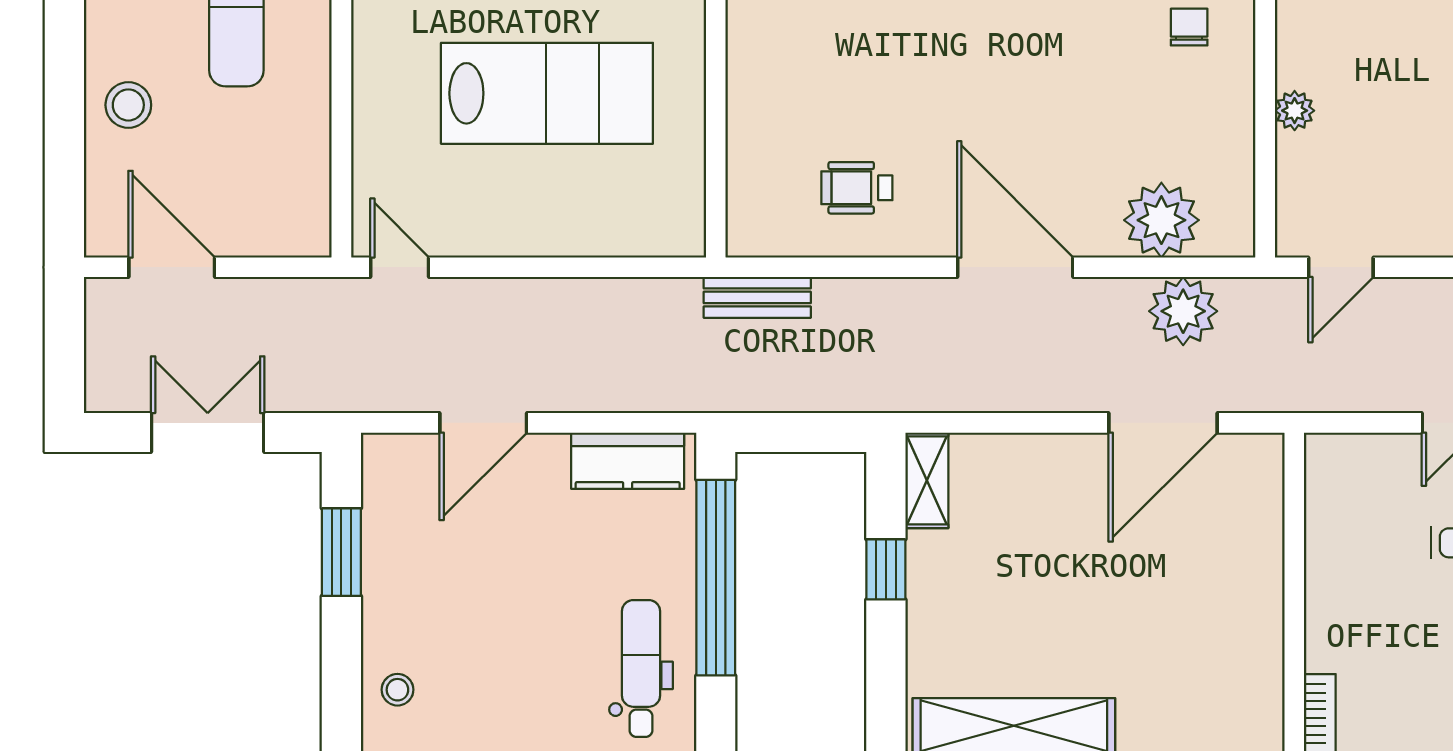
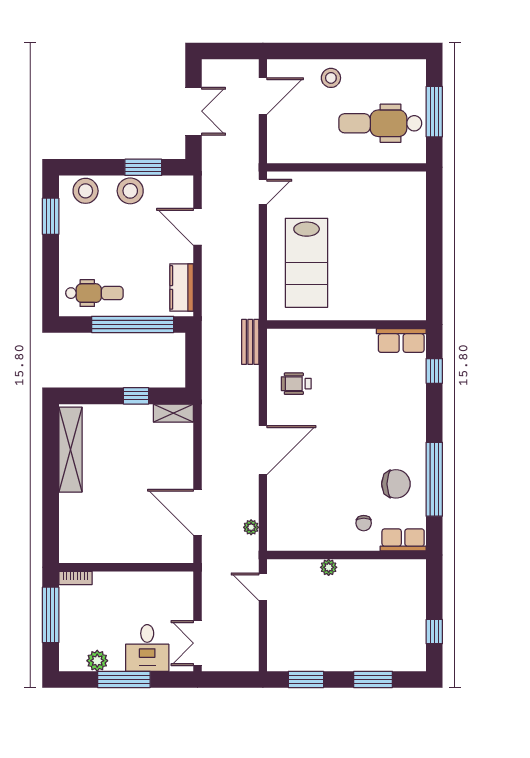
chair: (1189, 27) -> (364, 523), turned 90
lab bench: (547, 93) -> (307, 263), moved
wheelchair: (857, 188) -> (296, 384), turned -90
plant: (1161, 220) -> (283, 511), removed
plant: (1183, 311) -> (251, 527), width x0.53, depth x0.53
stool: (397, 583) -> (130, 191), added
stool: (397, 690) -> (86, 191), width x1.89, depth x1.89

